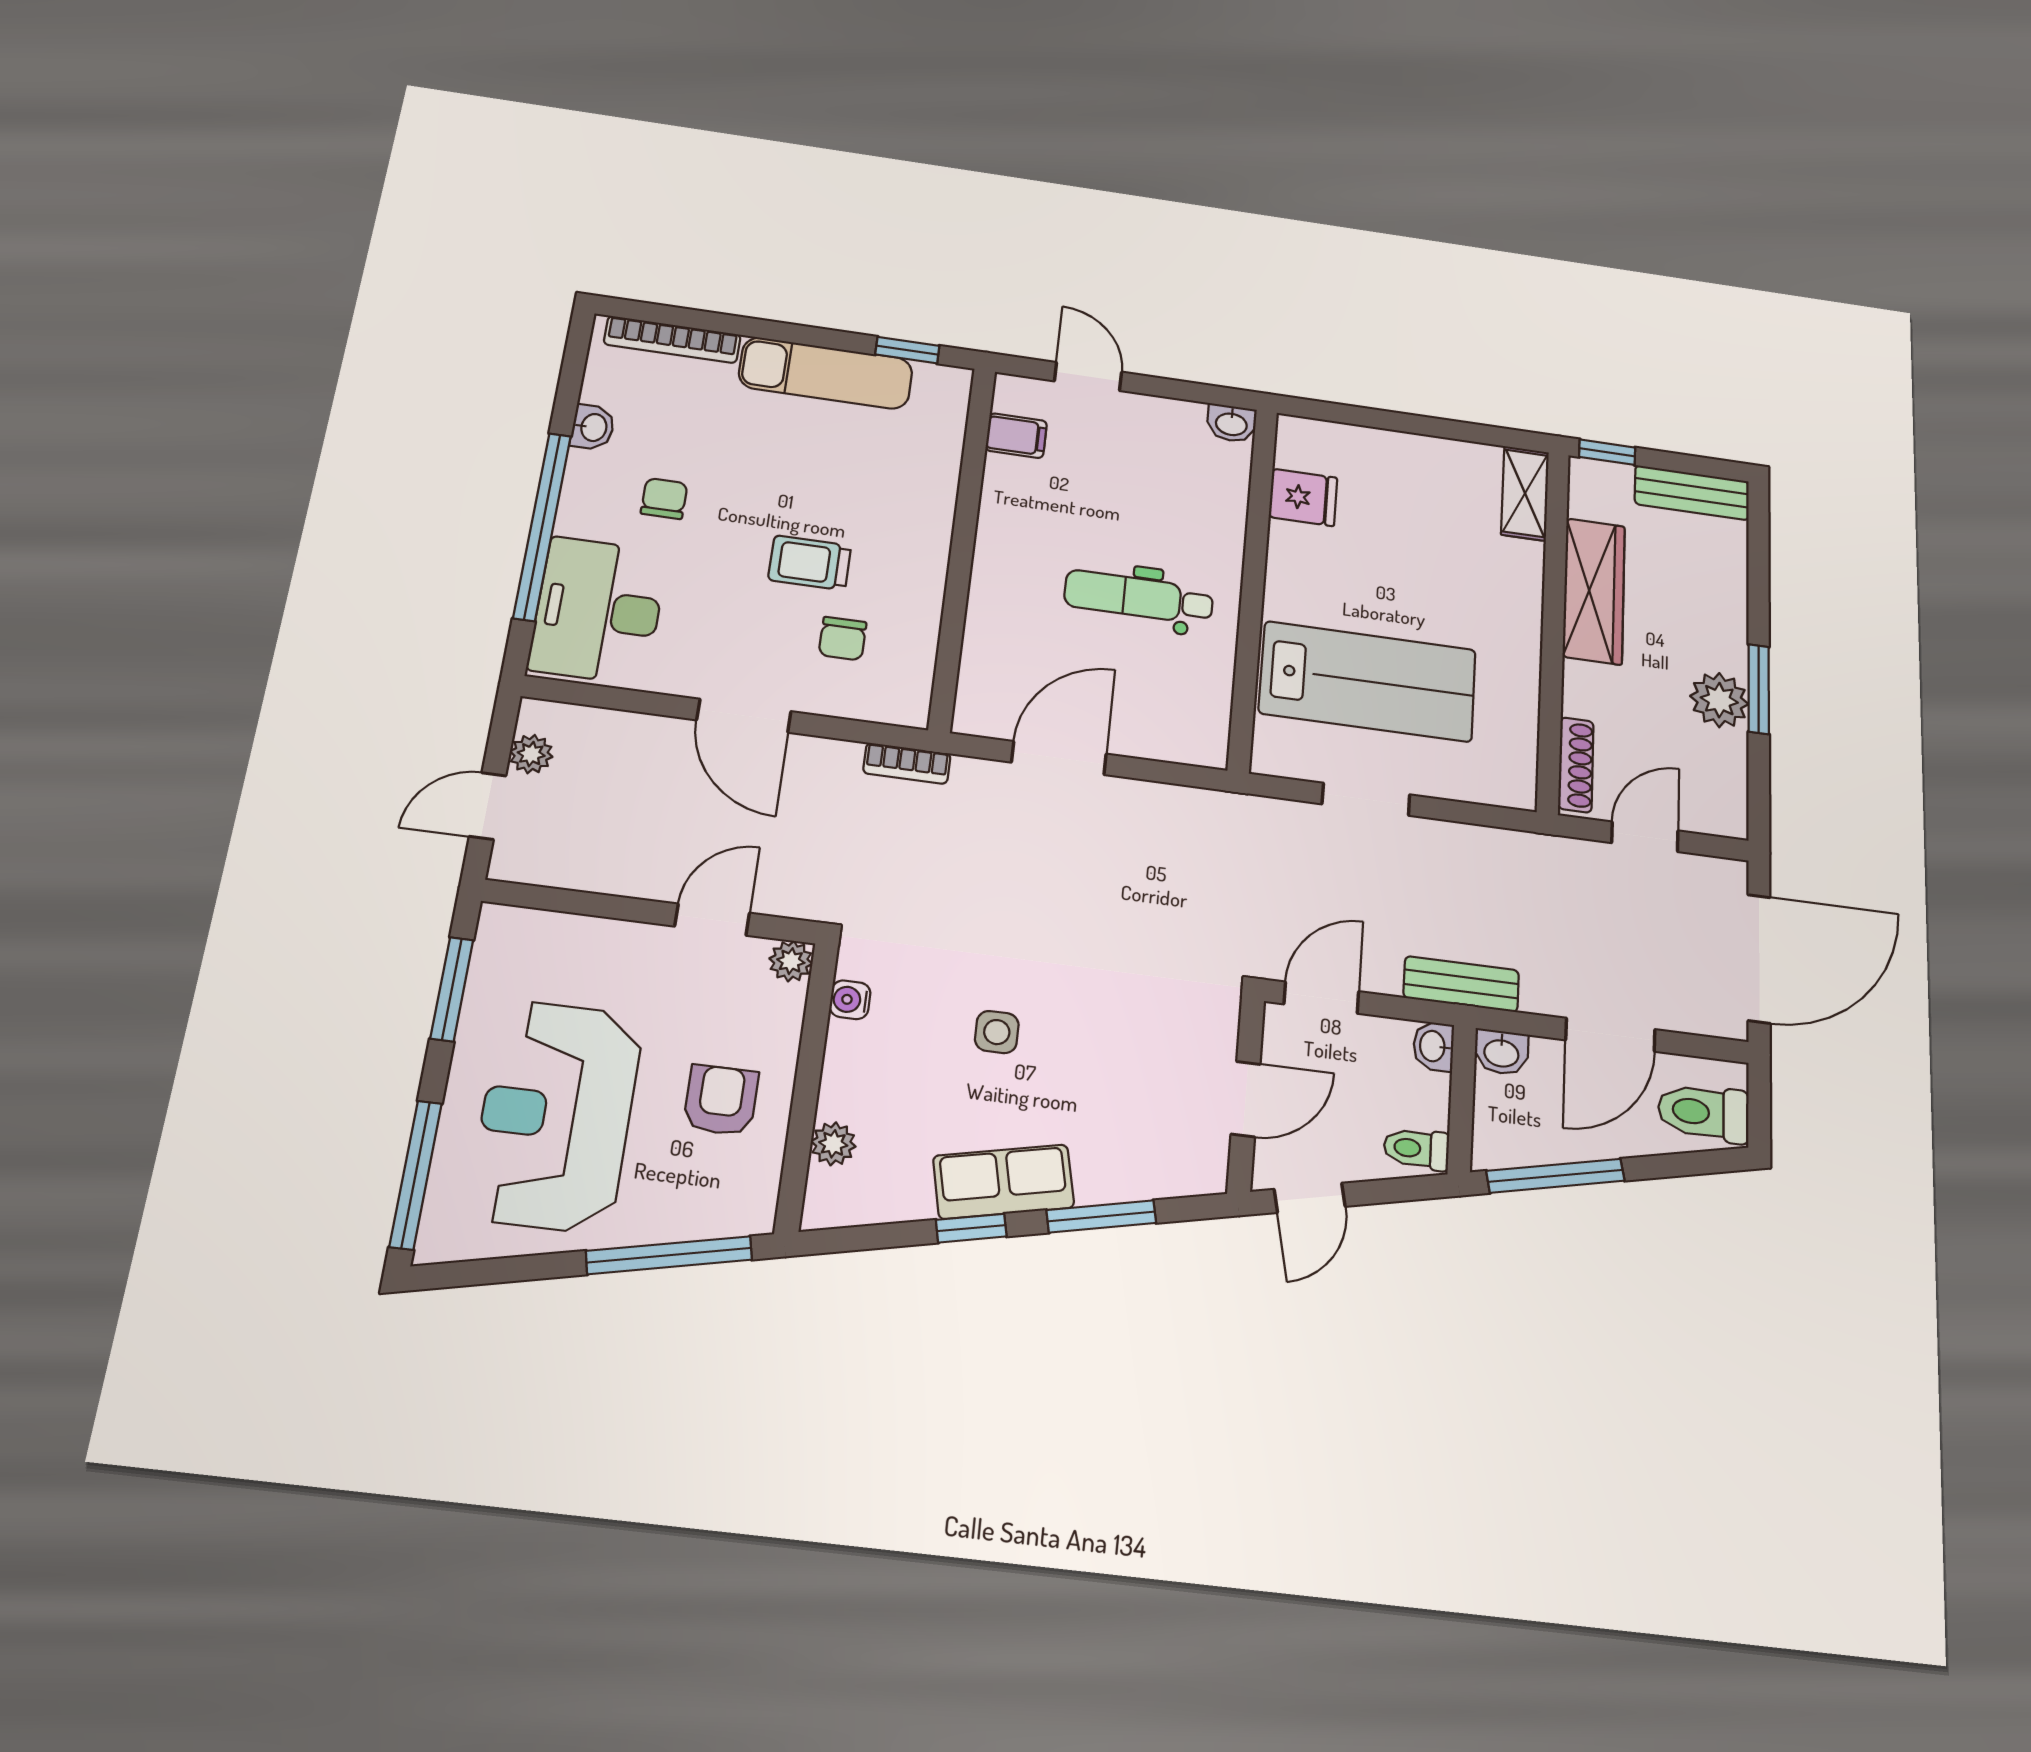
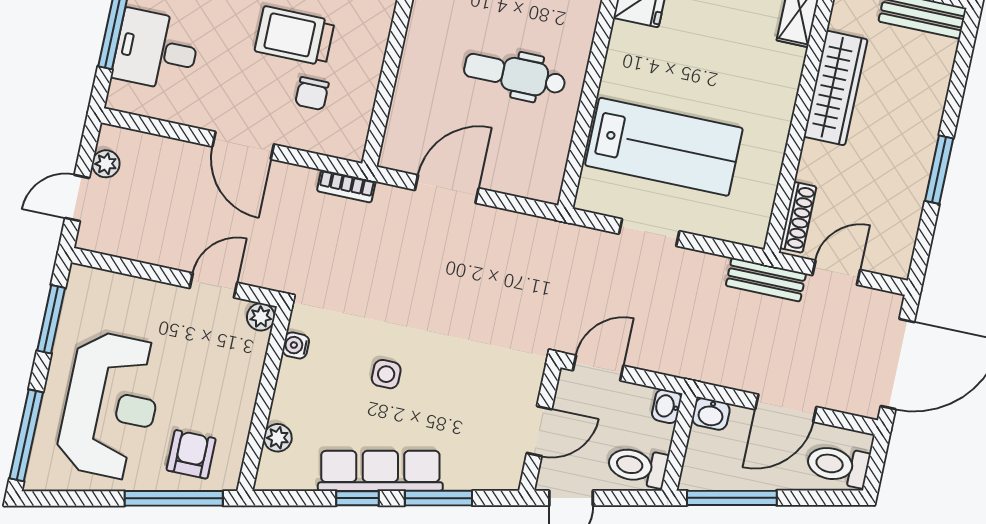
trolley: (810, 563) -> (295, 36), width x1.36, depth x1.39
desk: (598, 610) -> (156, 50), width x0.73
plant: (1719, 700) -> (909, 176), removed
bench: (1461, 984) -> (766, 280), moved
armchair: (721, 1100) -> (191, 454), moved
reception desk: (556, 1116) -> (111, 406), turned 180
toilet: (1416, 1149) -> (638, 466), width x1.37, depth x1.39
row of seats: (1004, 1182) -> (380, 471), width x1.48

